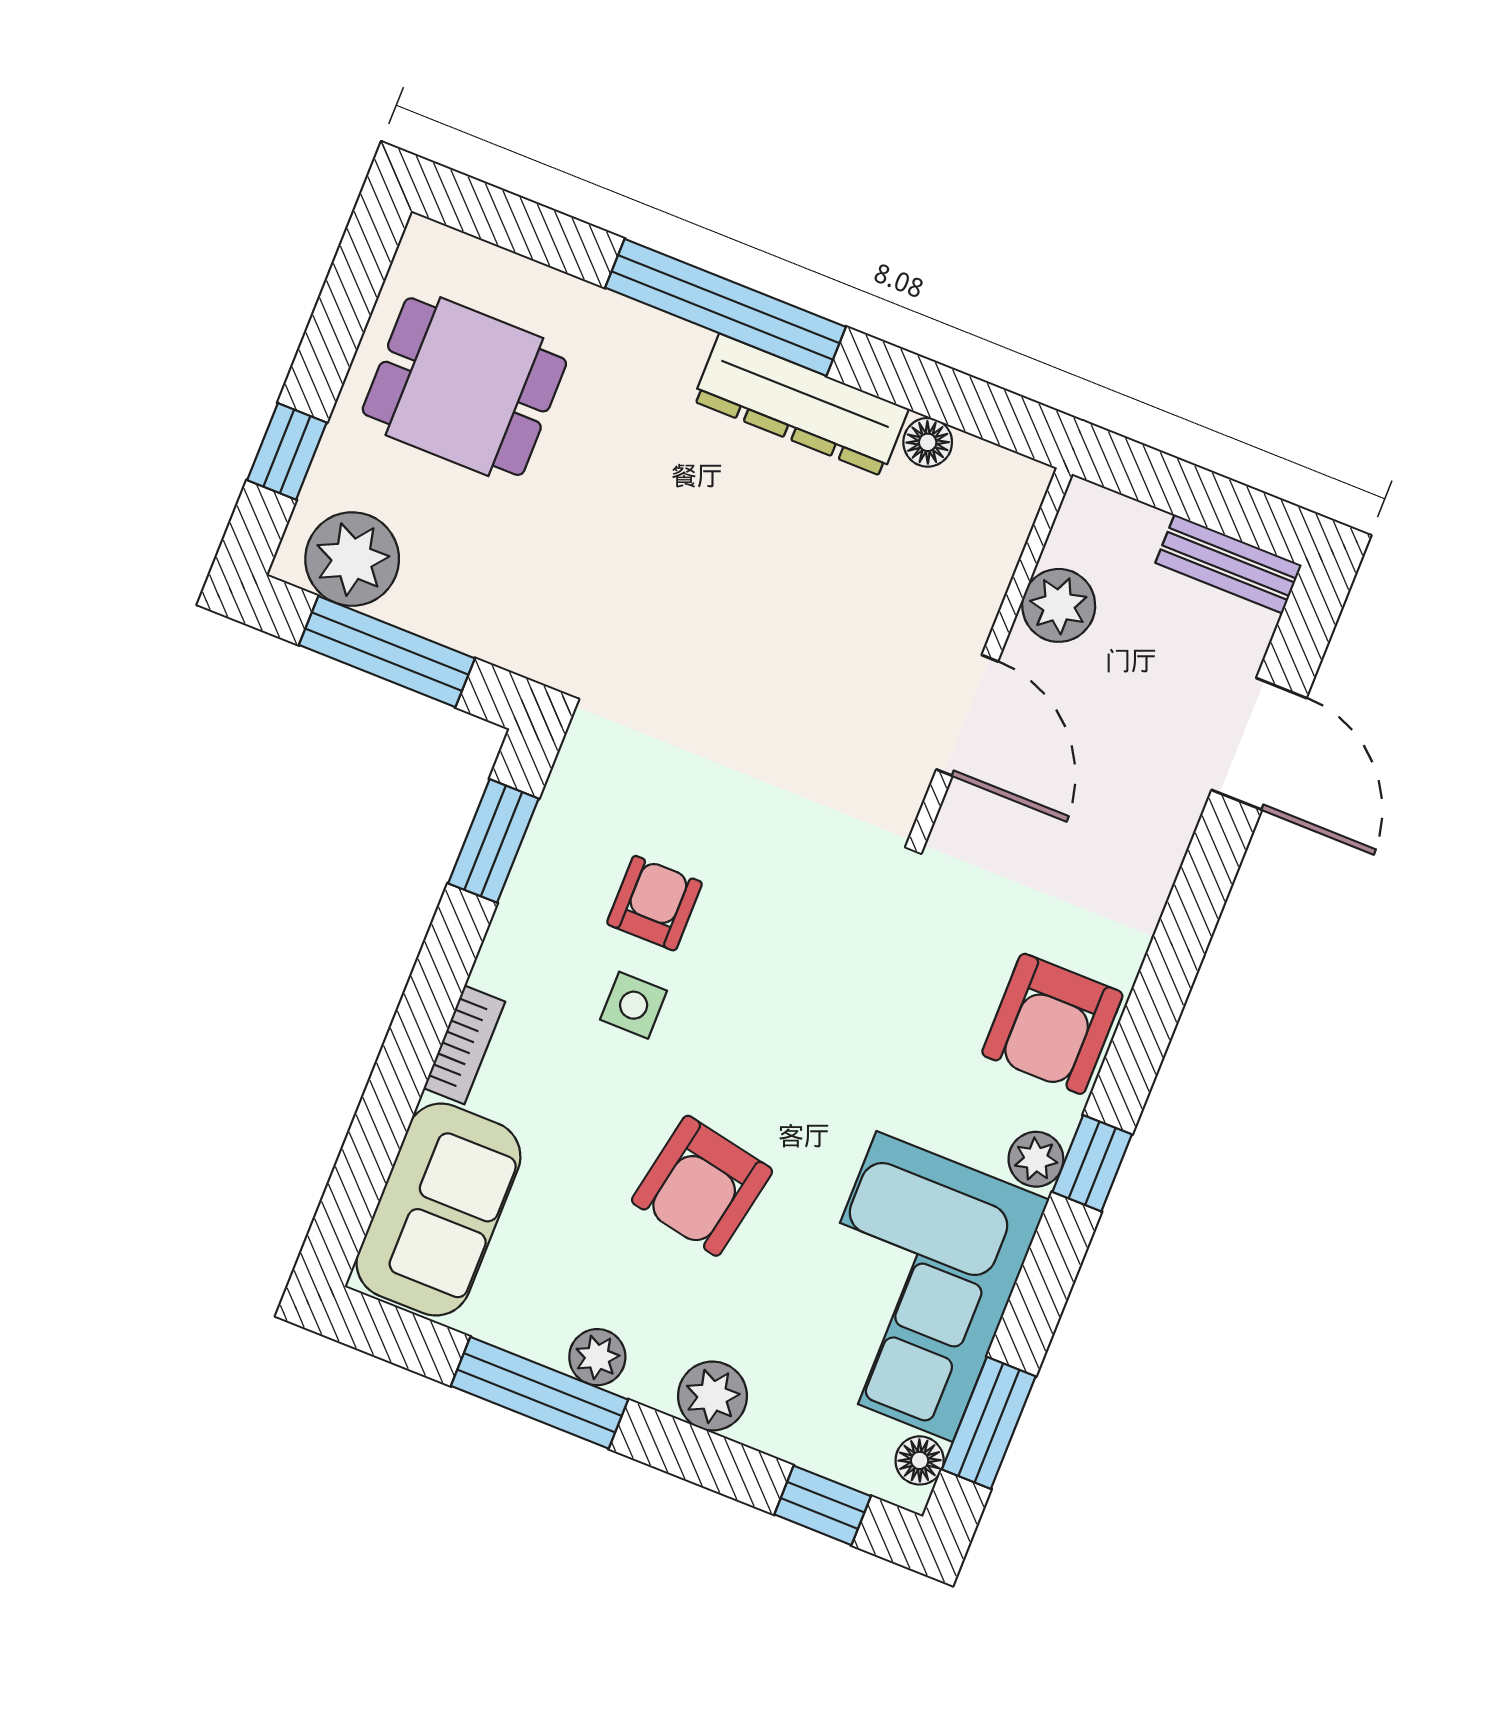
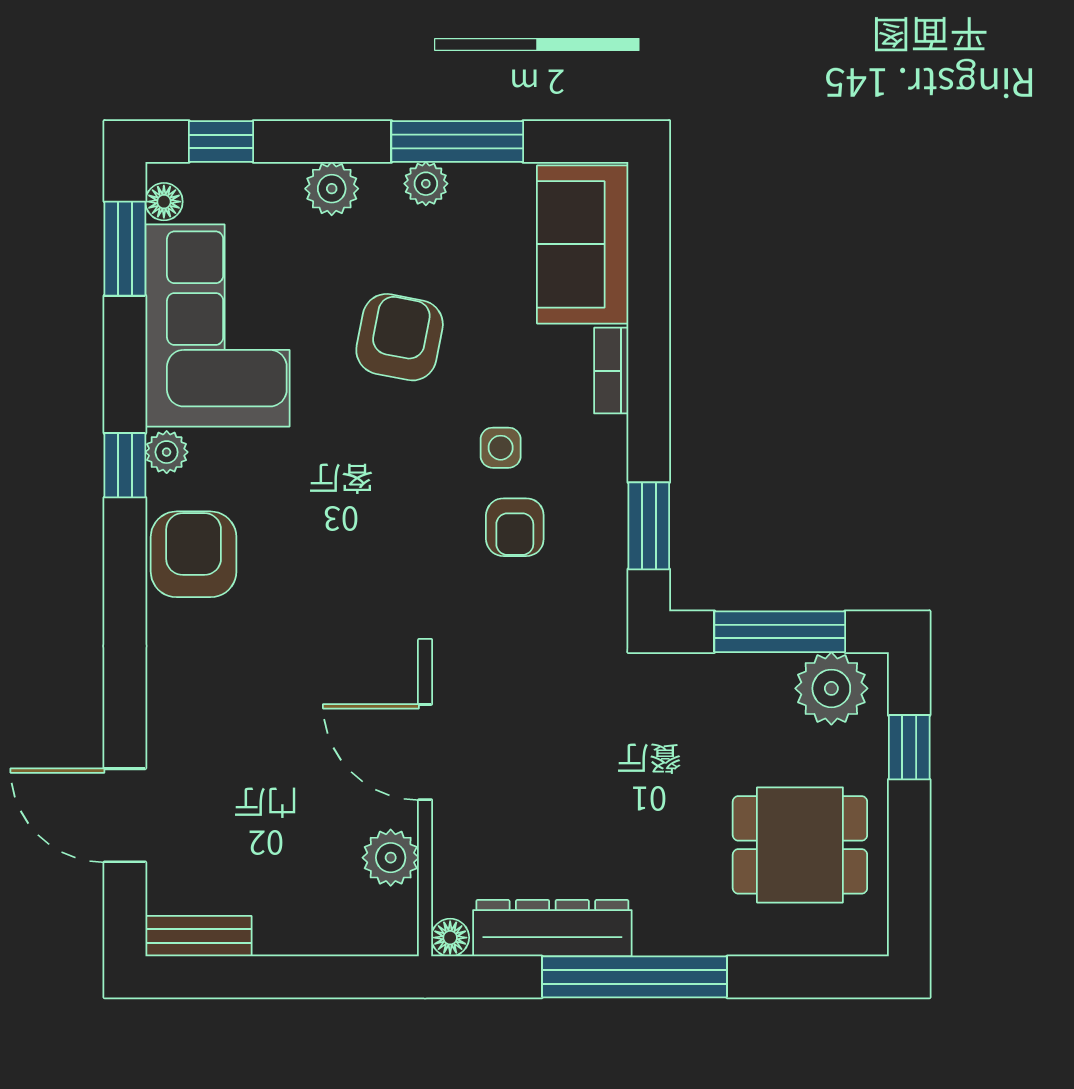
plant: (1059, 605) -> (391, 858), moved
wall: (992, 653) -> (425, 804), moved
door: (967, 715) -> (425, 752), moved

